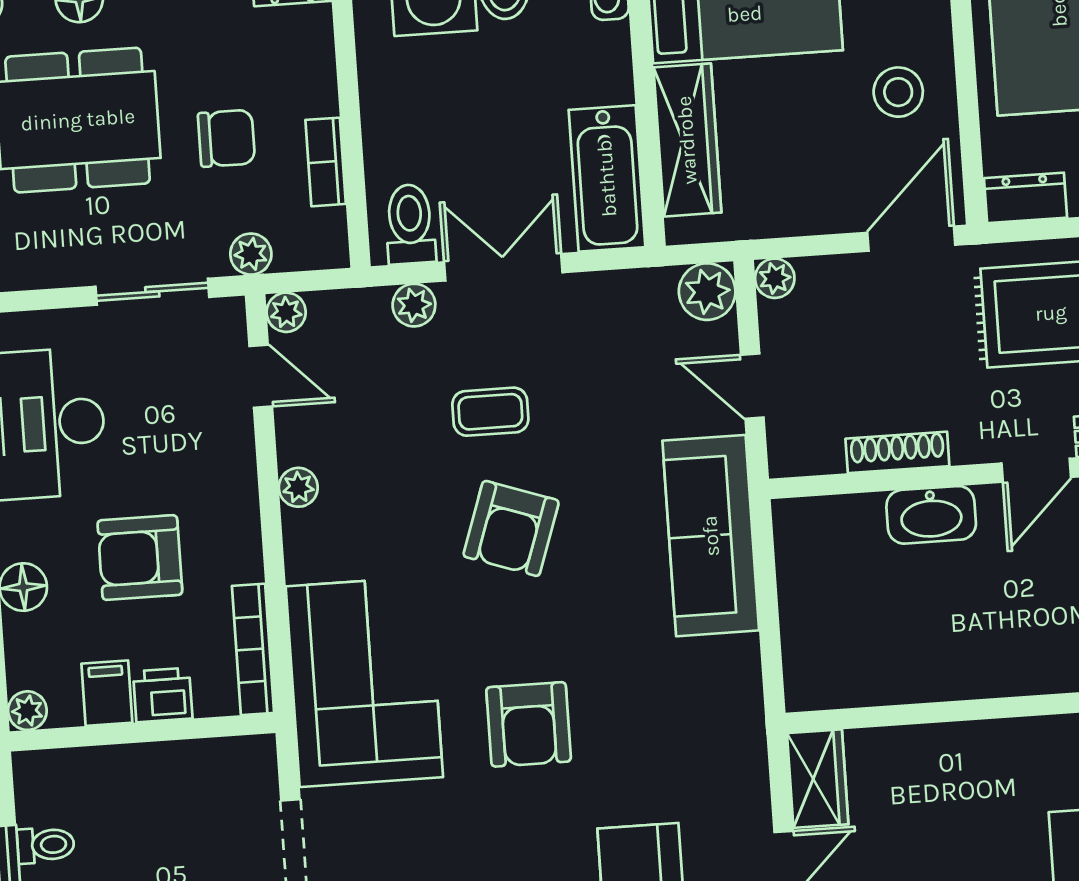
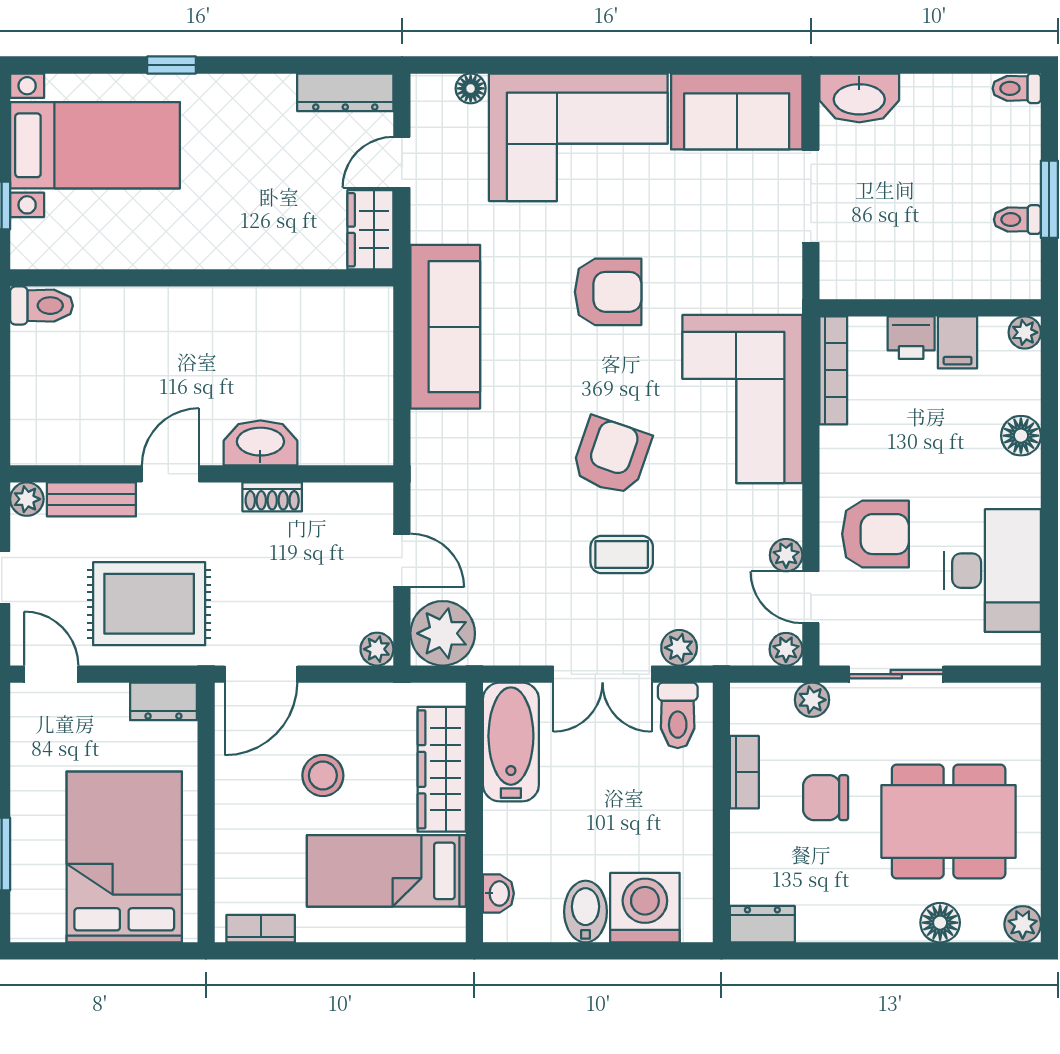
stool: (898, 92) -> (323, 775), moved
plant: (707, 292) -> (443, 633), width x1.36, depth x1.36
shoe rack: (897, 452) -> (272, 497), width x0.70
plant: (298, 487) -> (786, 555), moved
sofa: (711, 536) -> (445, 327), moved
armchair: (140, 558) -> (875, 534), moved
corner sofa: (364, 682) -> (742, 399), moved
armchair: (529, 724) -> (608, 292), turned 90

